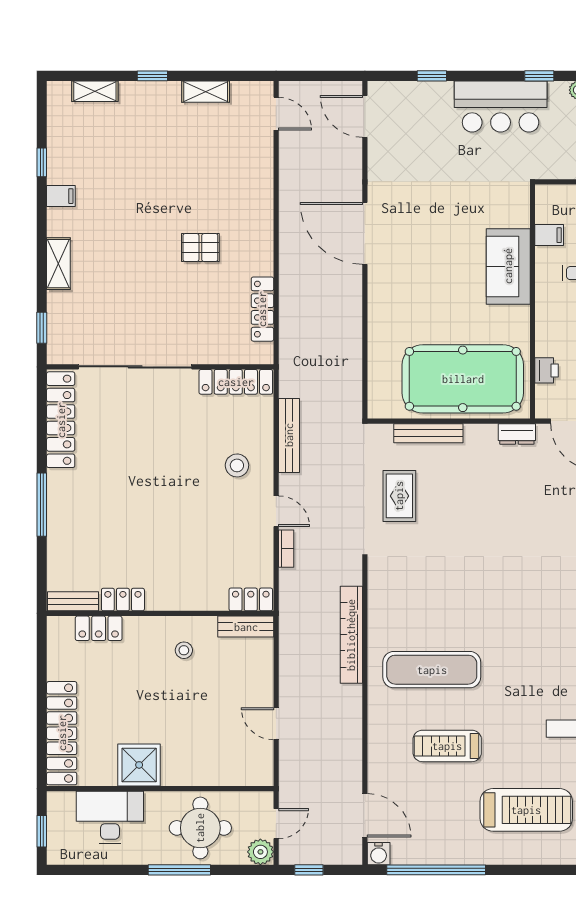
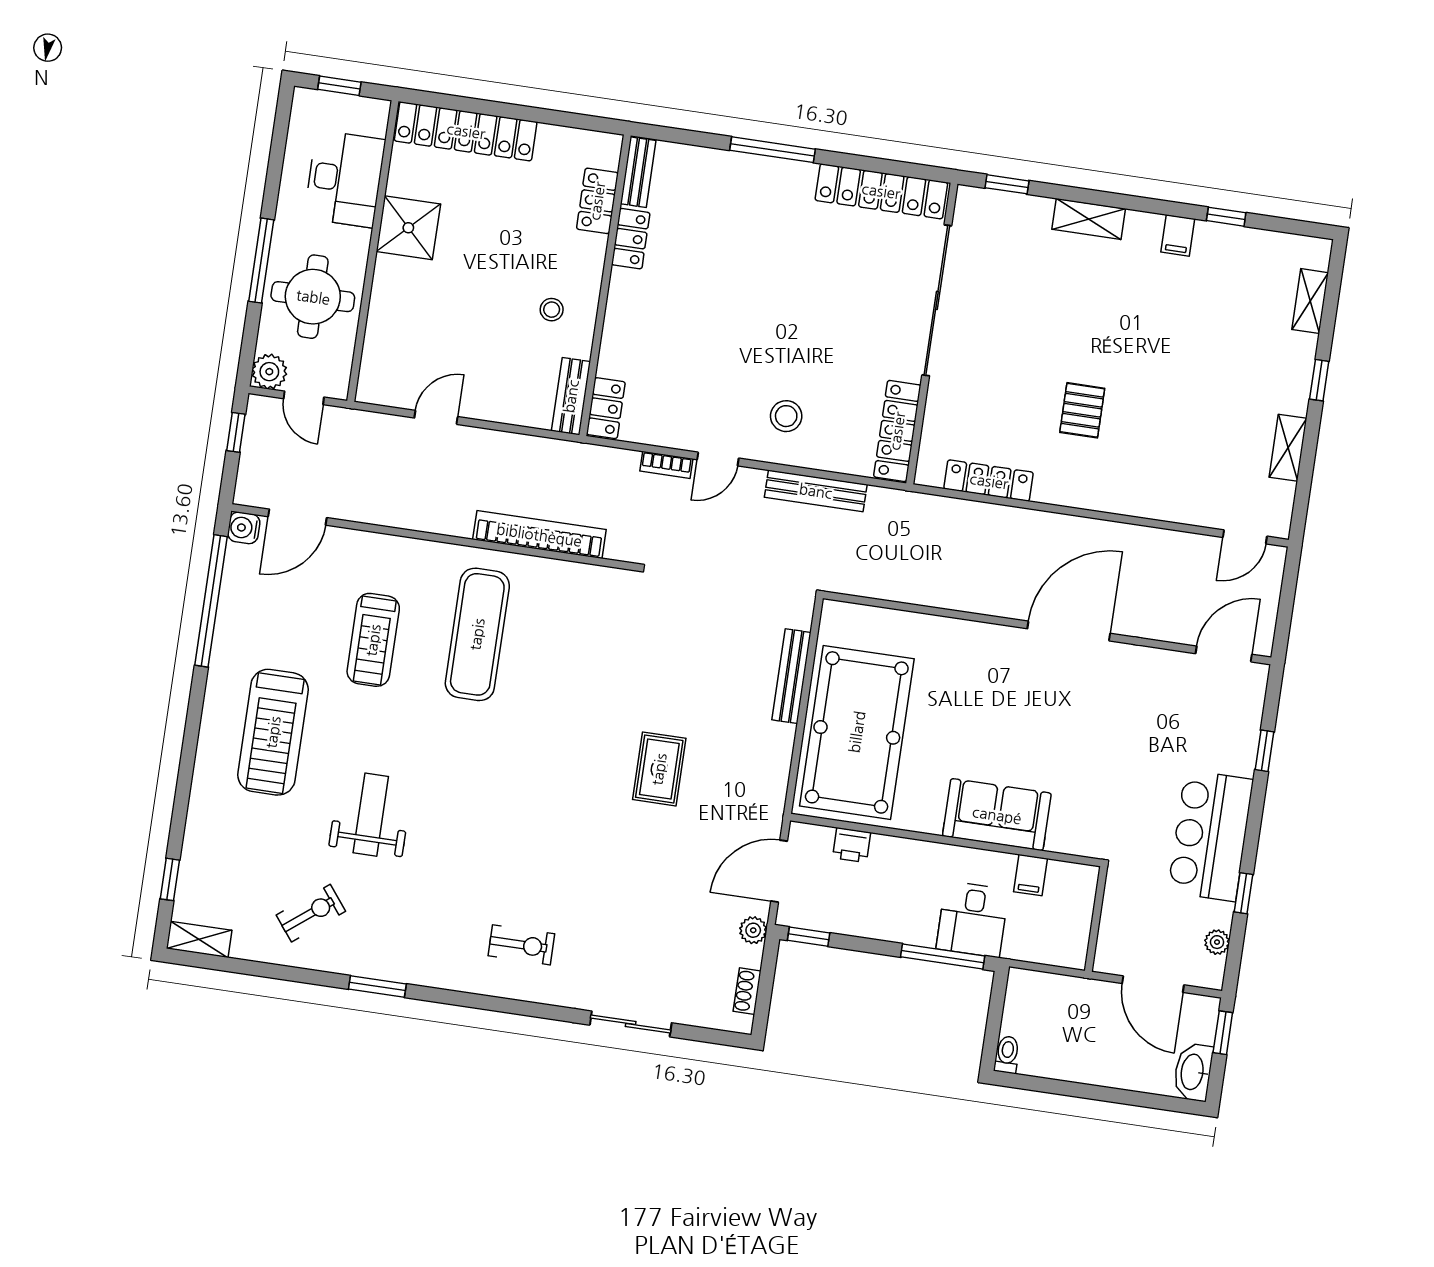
dresser: (517, 434) -> (773, 793), removed
rug: (399, 496) -> (659, 769), moved, turned 90
treadmill: (447, 746) -> (373, 640), turned 180

